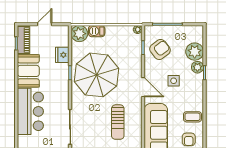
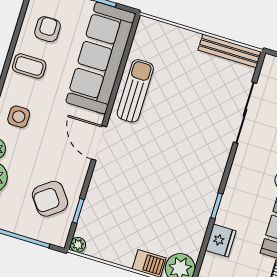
parasol: (96, 75) -> (172, 188), removed
side table: (174, 81) -> (19, 117), moved
sun lounger: (118, 122) -> (135, 91), moved

